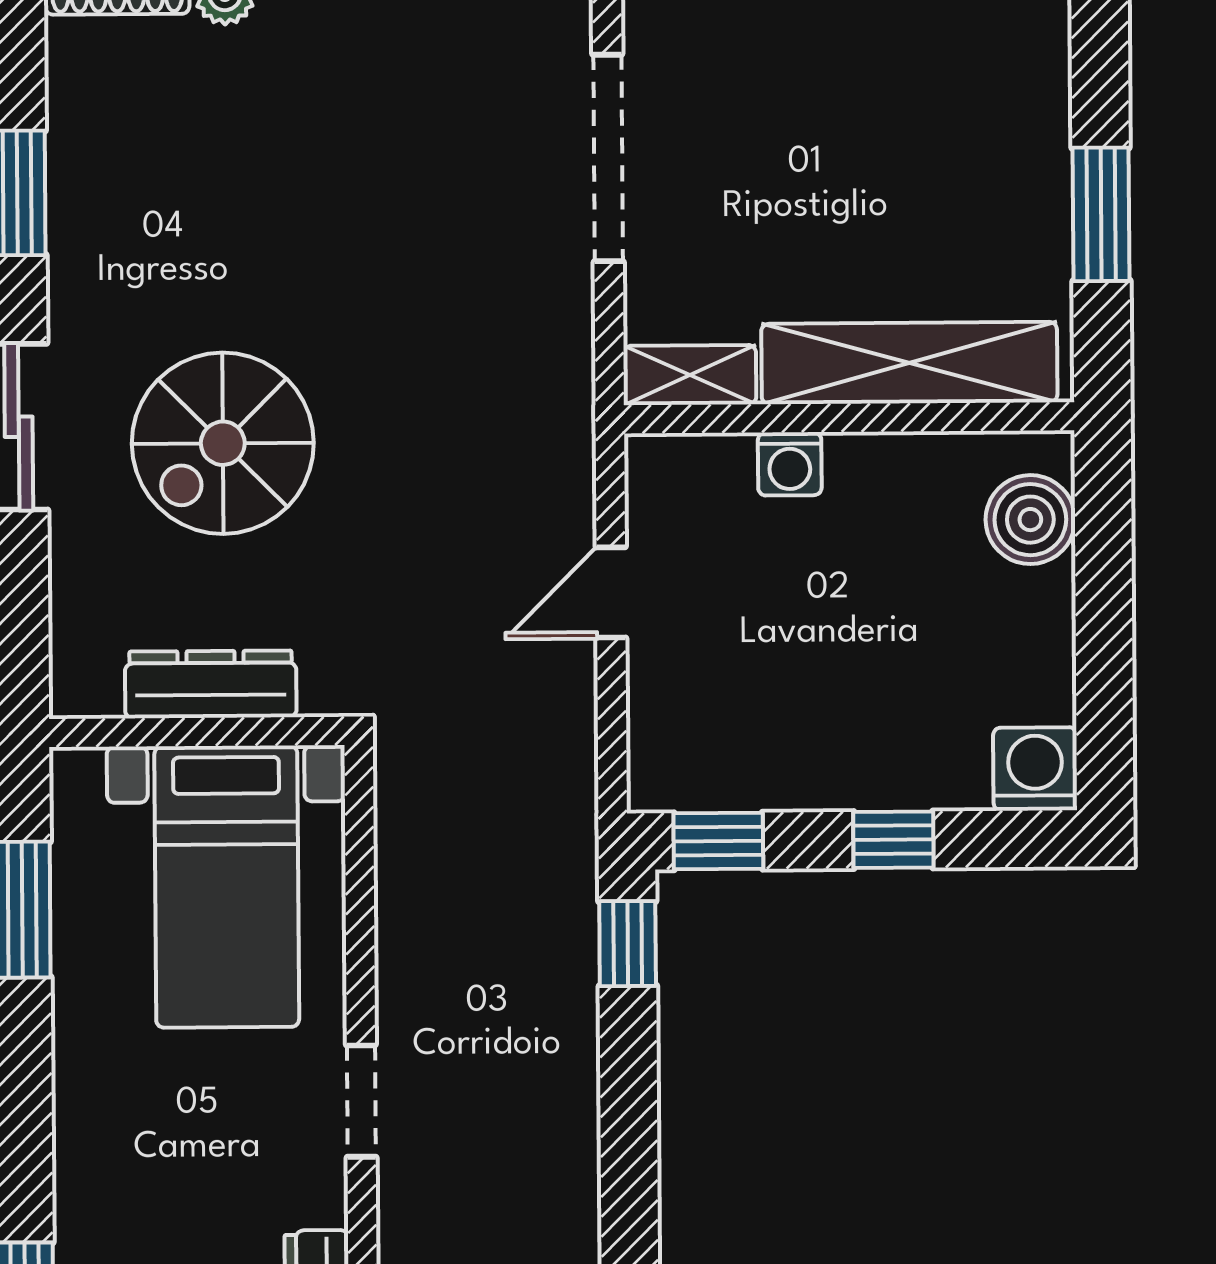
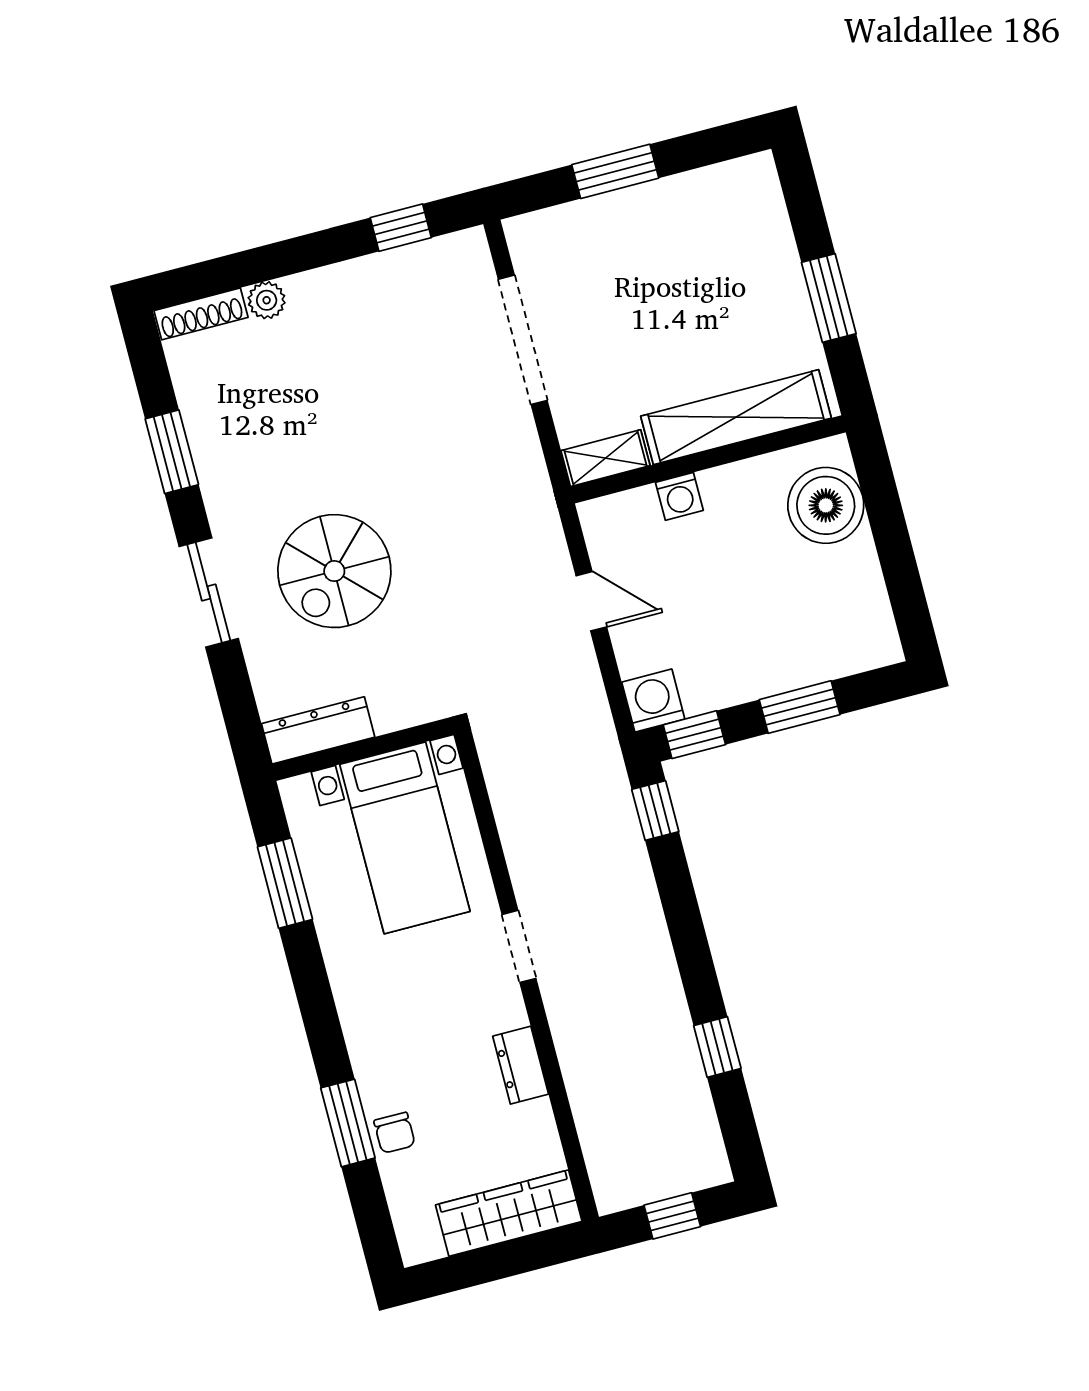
boiler: (1030, 520) -> (826, 505), width x1.37, depth x1.37
door: (611, 592) -> (591, 601), swing flipped
dresser: (211, 684) -> (318, 730), moved
washing machine: (1035, 769) -> (653, 701), moved
window: (893, 840) -> (800, 707), width x1.50

